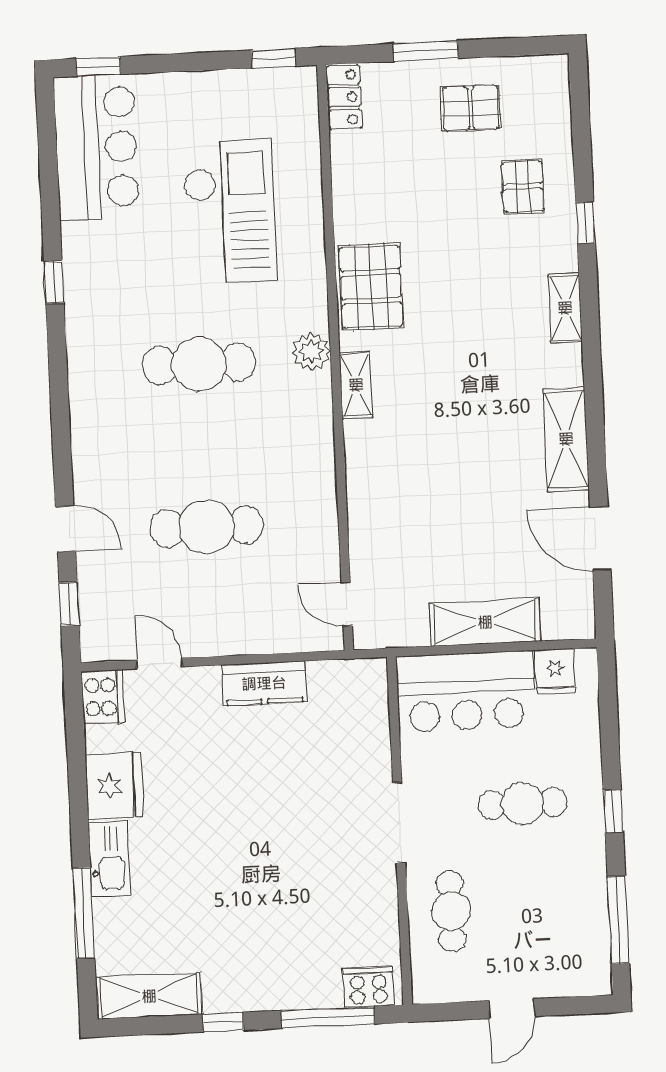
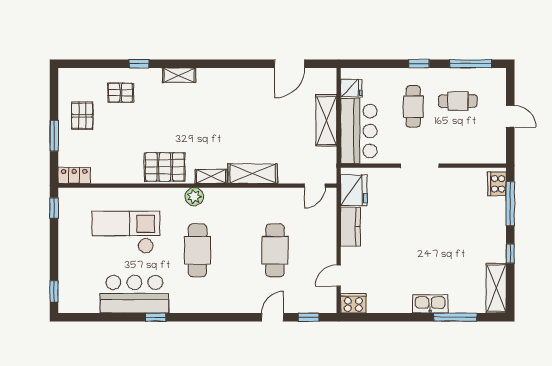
bar counter: (96, 147) -> (134, 294), moved
shelving: (566, 439) -> (253, 174), moved
fridge: (114, 786) -> (354, 190), moved, turned 90
cafe table: (451, 911) -> (458, 101), moved

